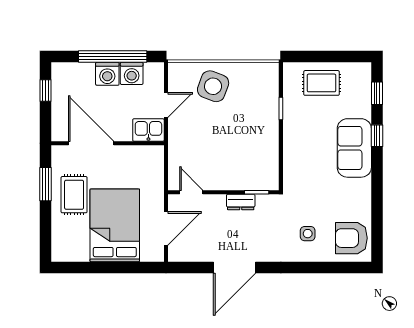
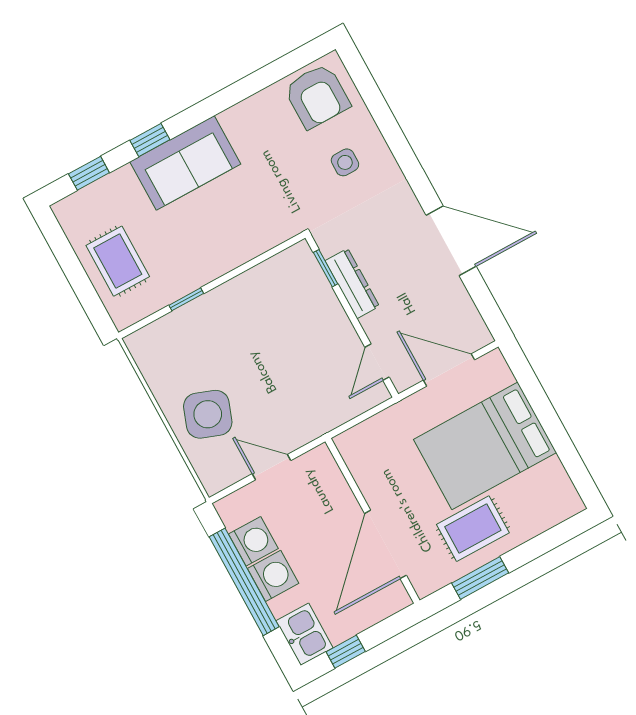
kitchen sink: (148, 130) -> (305, 634), moved, turned 180
dresser: (241, 202) -> (352, 283), width x1.44

